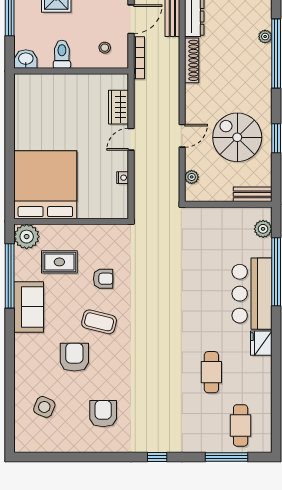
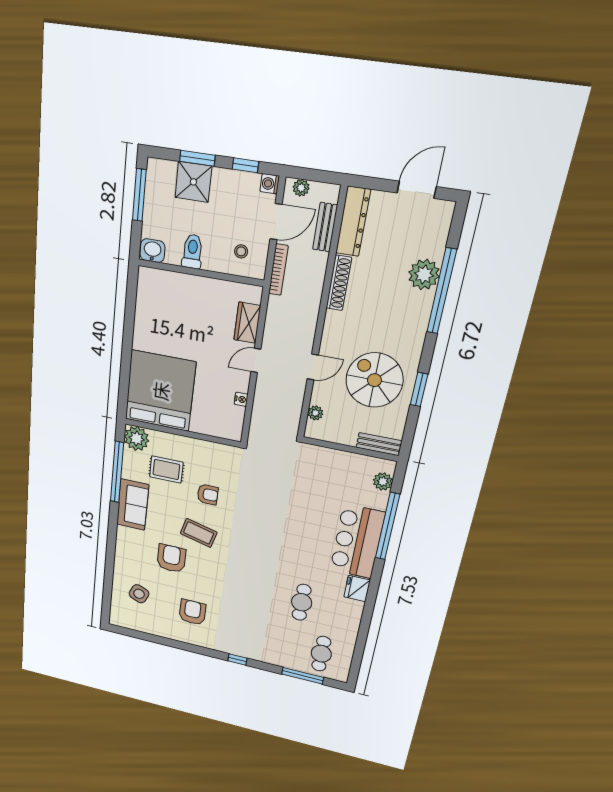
plant: (265, 37) -> (424, 274), width x1.88, depth x1.88

